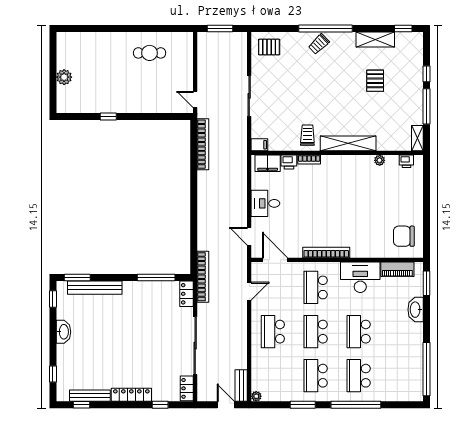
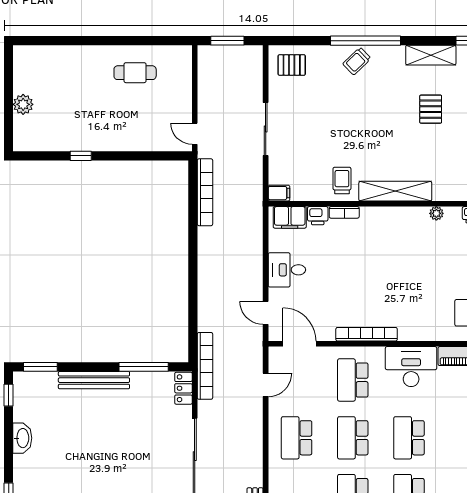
bench: (95, 288) -> (94, 380), moved

